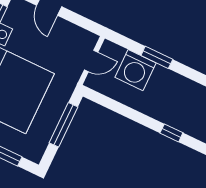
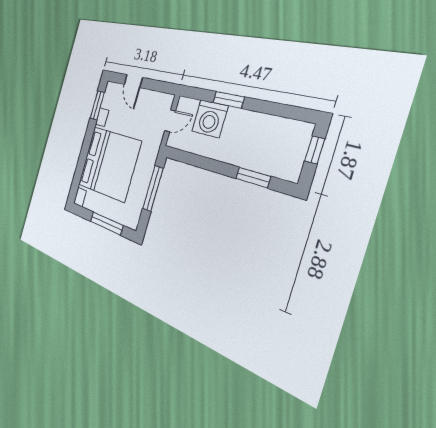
window: (171, 133) -> (253, 177), width x1.50

